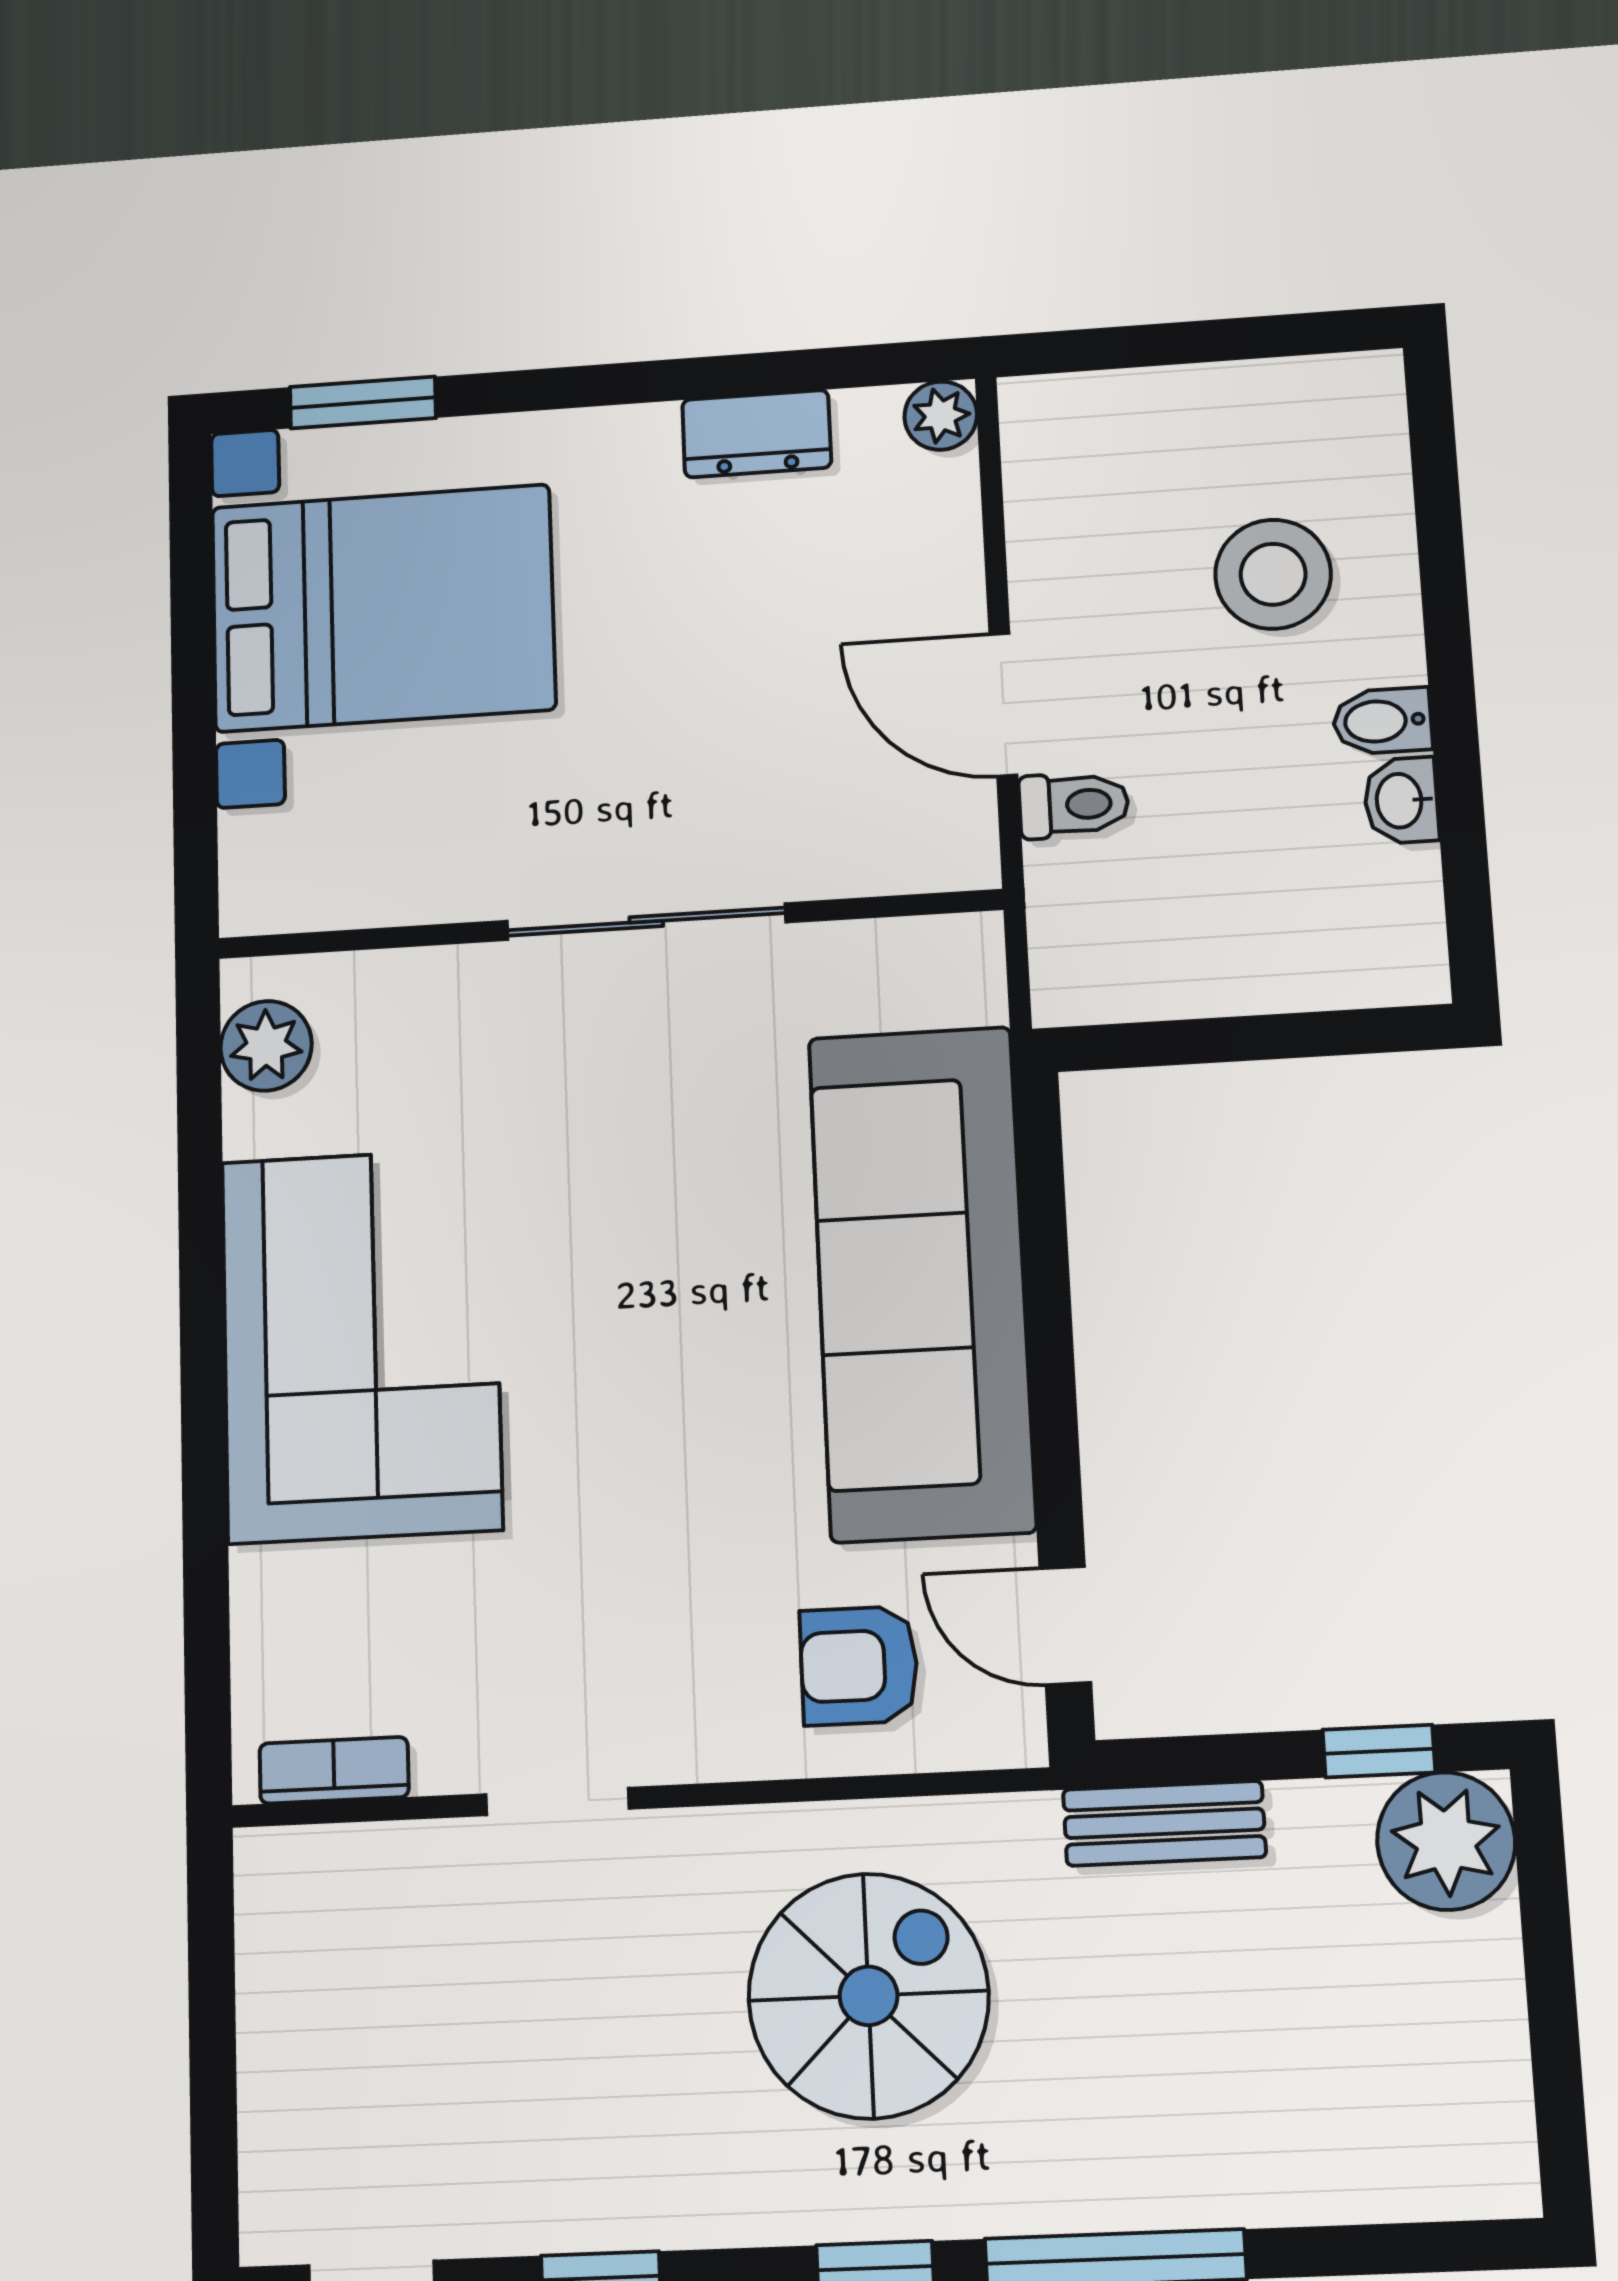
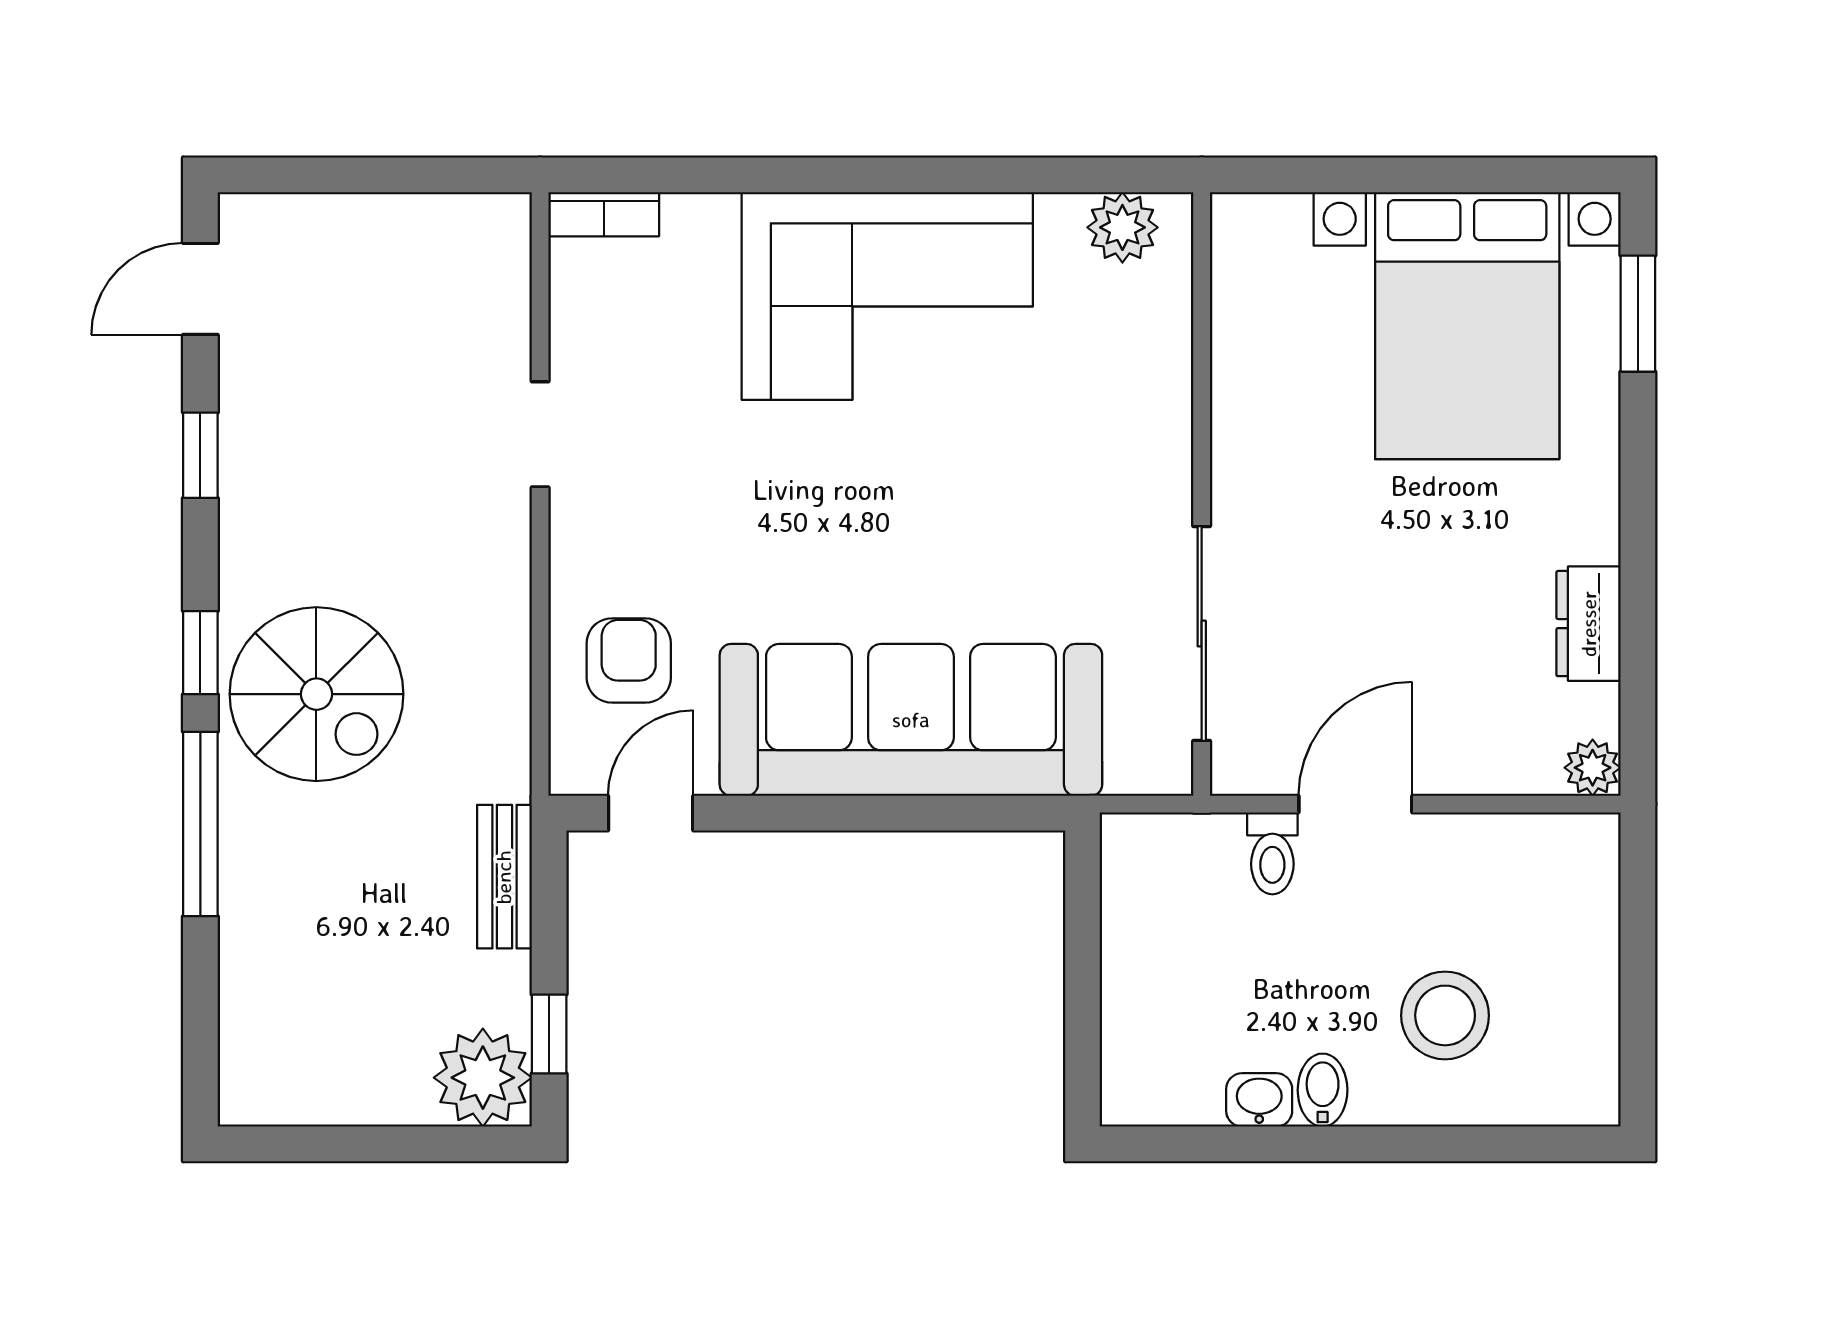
sliding door: (646, 922) -> (1202, 633), moved
bookcase: (334, 1770) -> (604, 214), moved, turned 90
spiral stairs: (869, 1996) -> (316, 694), moved

